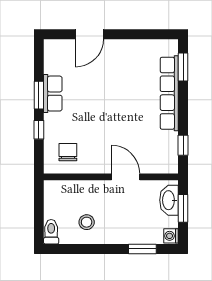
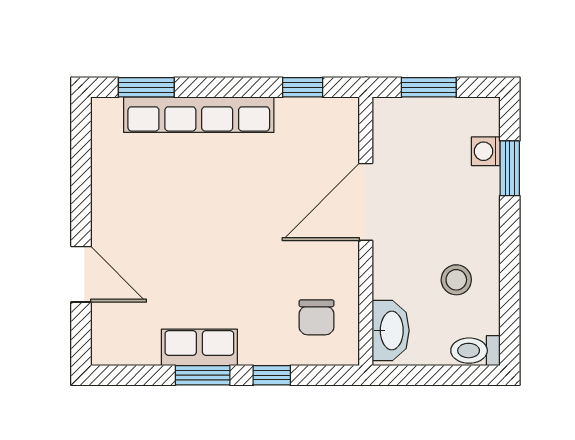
chair: (68, 152) -> (317, 317), turned -90
door: (126, 177) -> (366, 202), width x1.36
washbasin: (169, 200) -> (391, 330), moved, turned -90
washing machine: (171, 236) -> (486, 151), moved, turned 90

